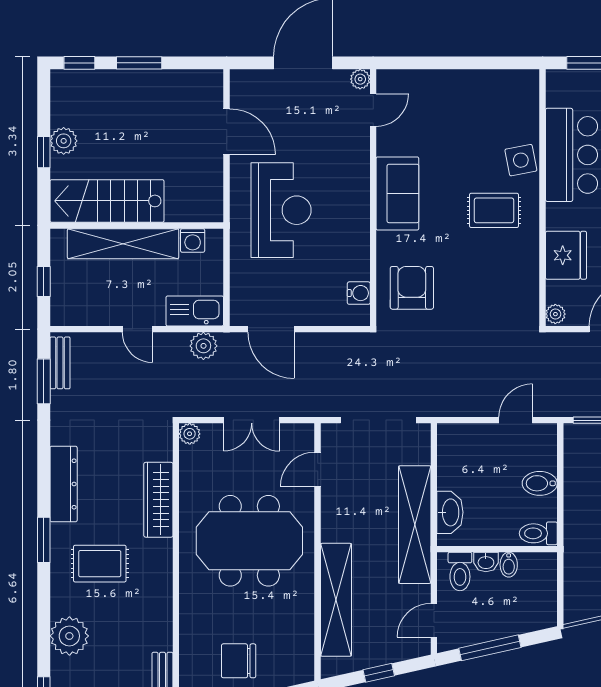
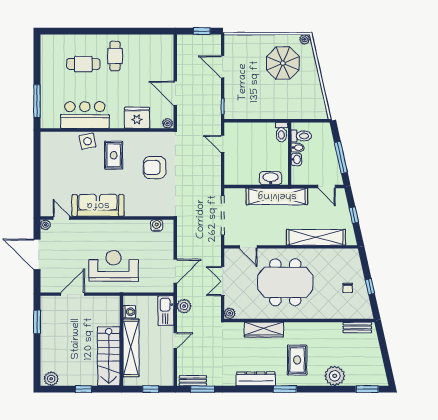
window: (79, 63) -> (37, 371), removed
window: (139, 63) -> (37, 322), moved
plant: (64, 141) -> (51, 379), moved
sofa: (397, 193) -> (98, 205), width x1.36
armchair: (412, 288) -> (155, 168), moved
double door: (252, 420) -> (223, 281), swing flipped
bidet: (540, 483) -> (255, 131), removed
meeting table: (249, 541) -> (285, 282), turned 90
toilet: (460, 572) -> (301, 136), moved
chair: (239, 661) -> (348, 288), width x0.54, depth x0.54

